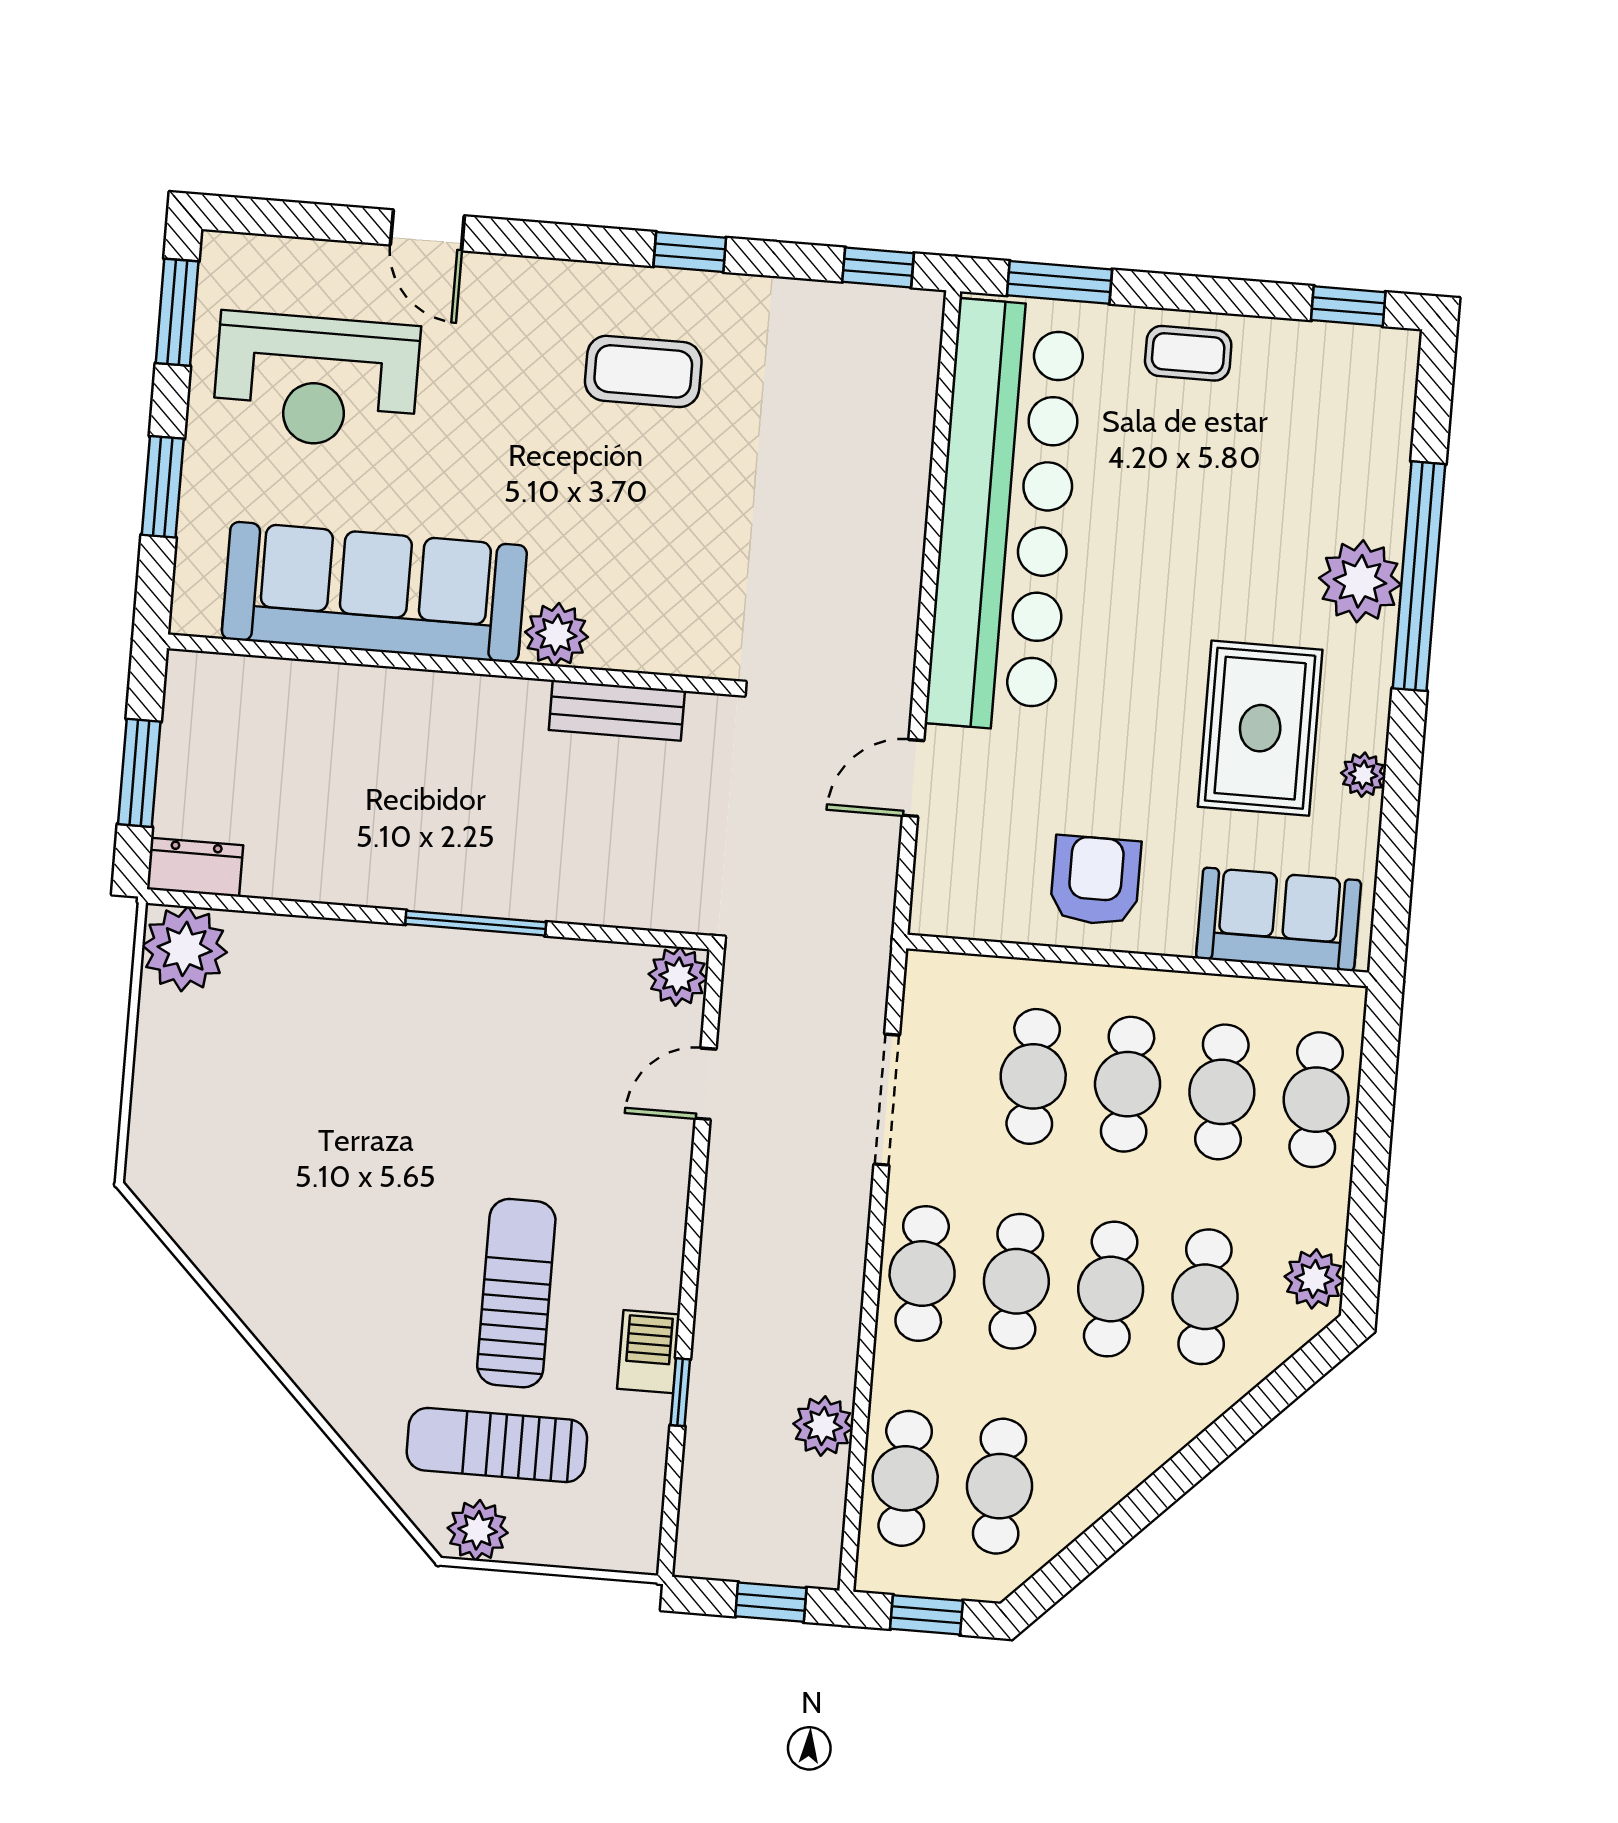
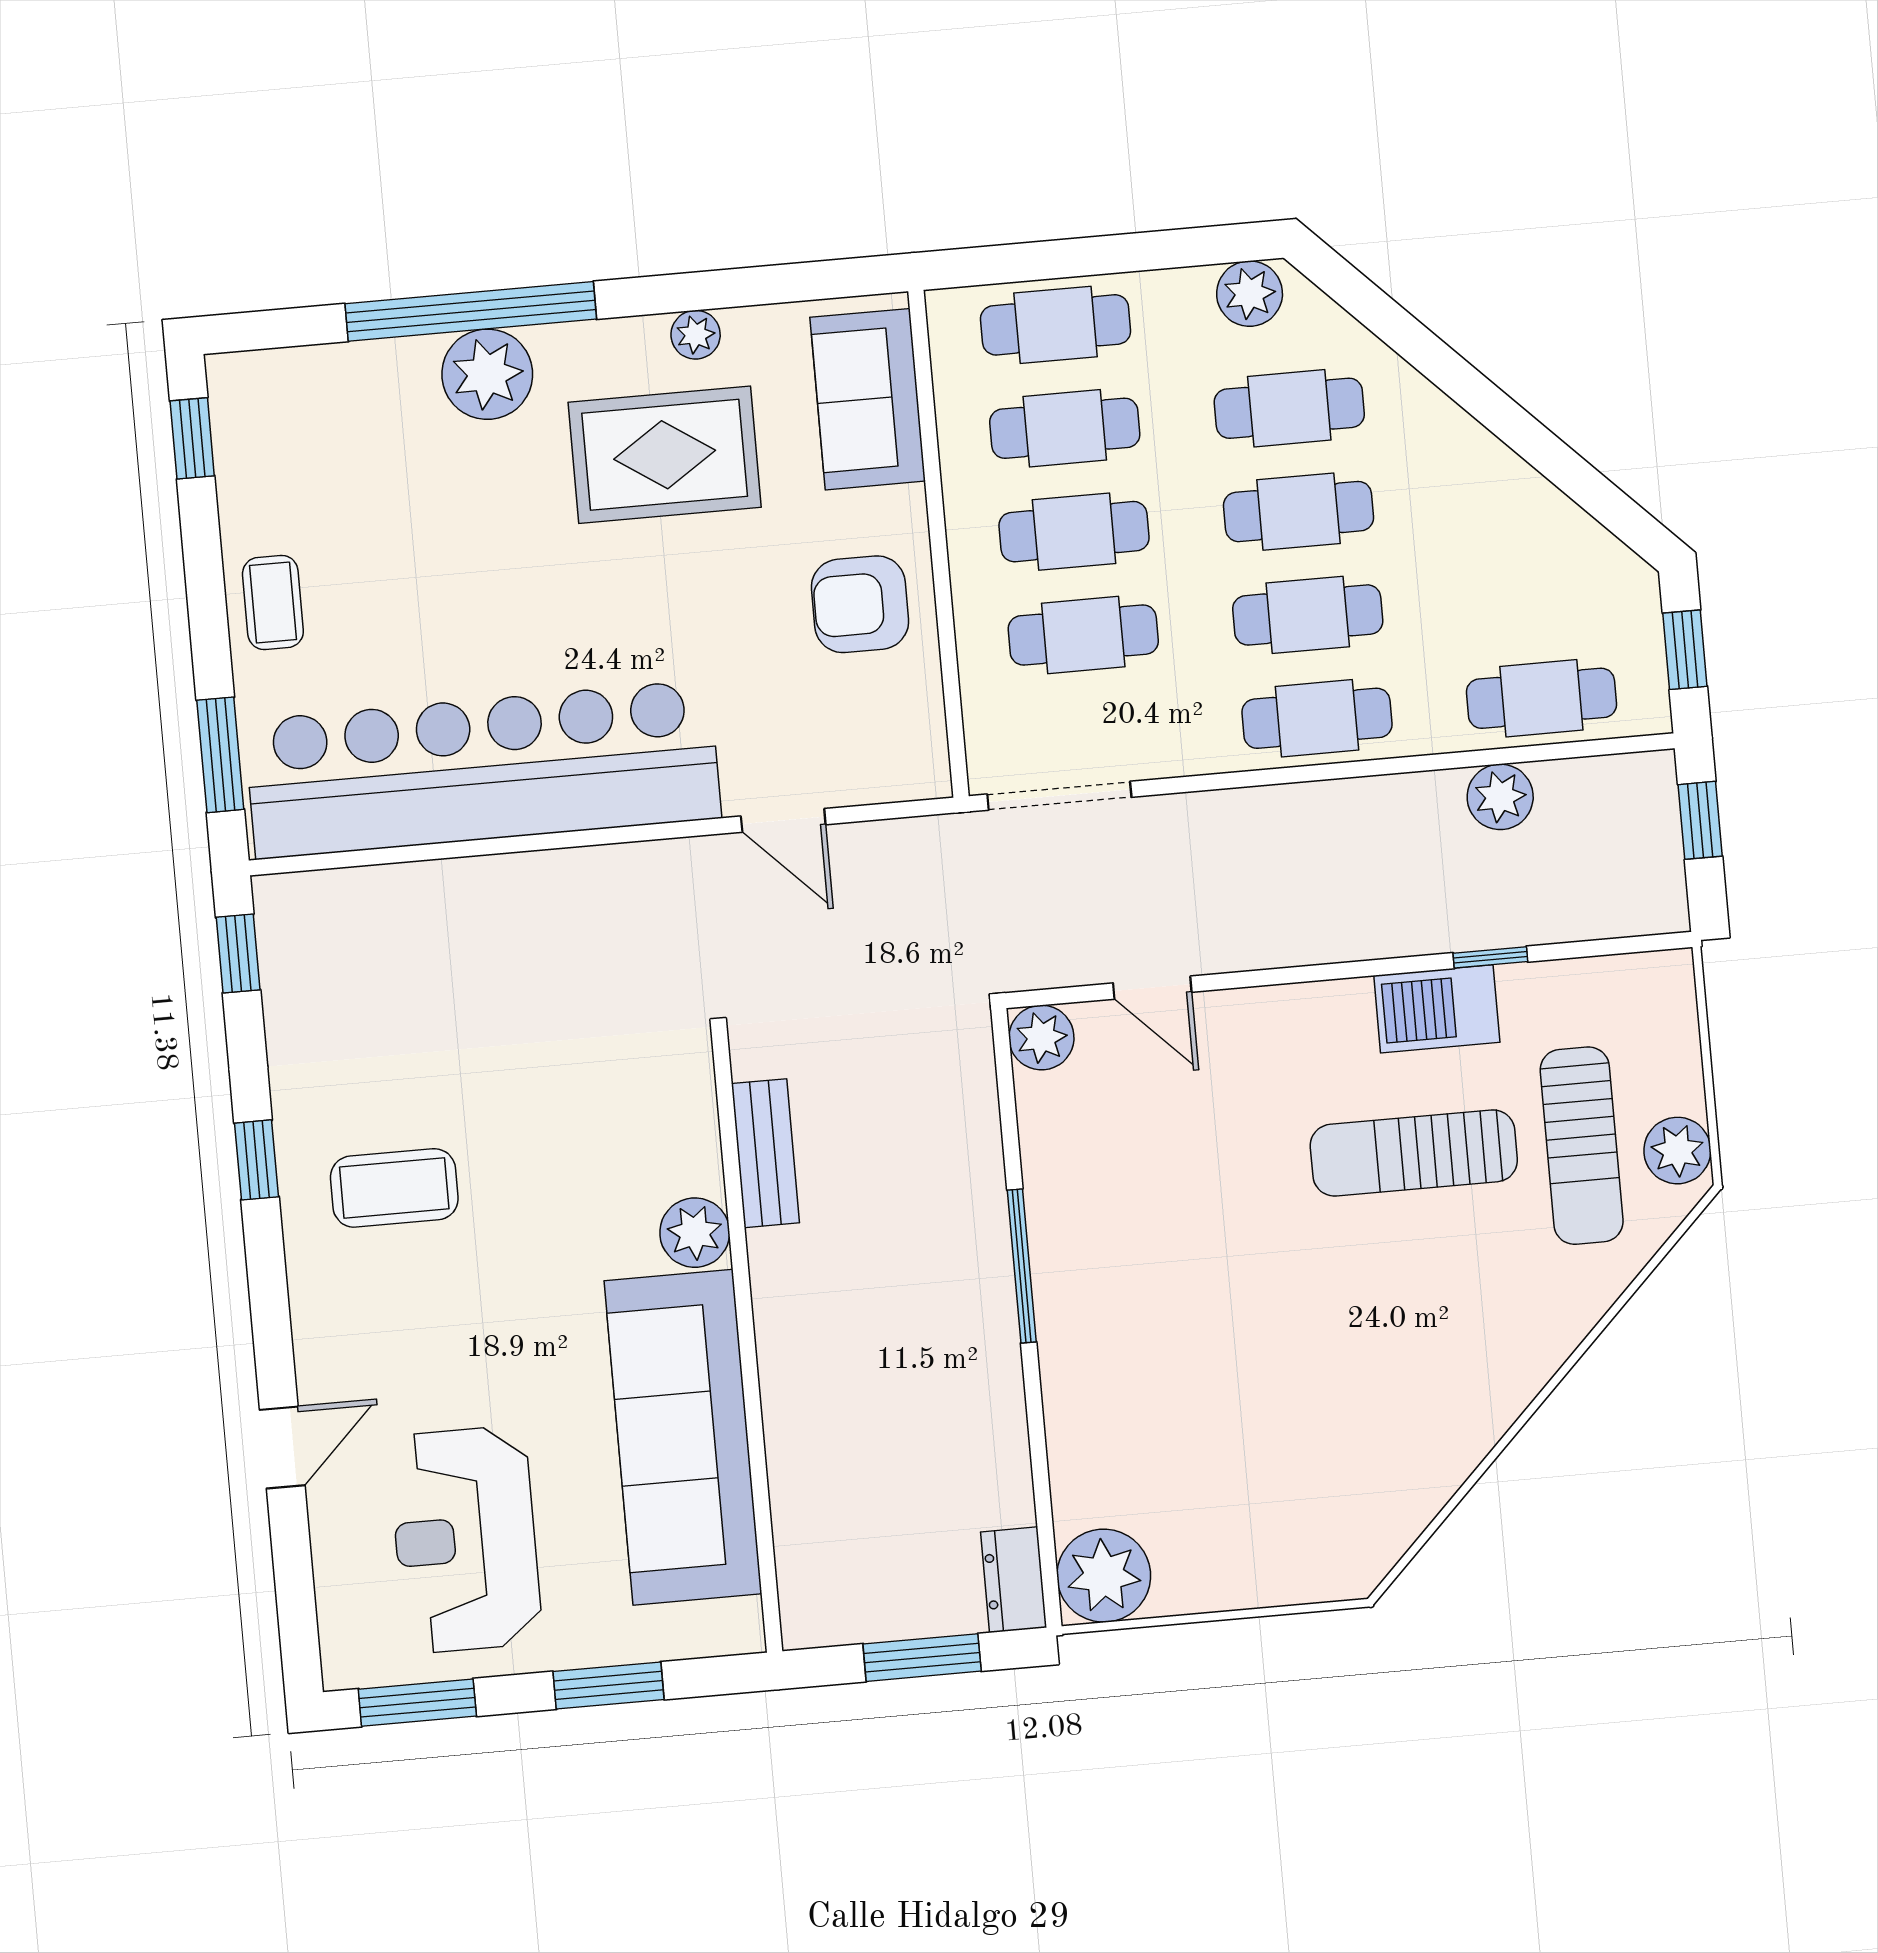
coffee table: (643, 371) -> (394, 1188), turned 90
reception desk: (316, 381) -> (465, 1540), turned 180
doorway: (887, 1100) -> (1059, 796), moved
barbecue: (648, 1352) -> (1437, 1009), width x1.38, depth x1.27
cafe table: (1000, 1486) -> (1532, 595), removed

